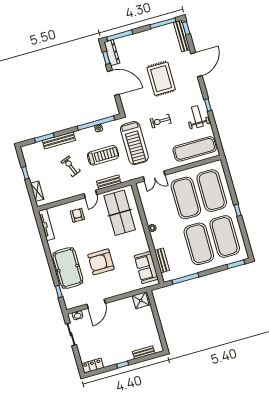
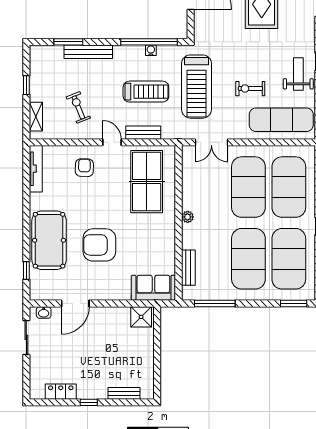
exercise bike: (161, 121) -> (250, 89), moved
exercise bike: (71, 166) -> (78, 107), moved
door: (90, 194) -> (112, 142), swing flipped
sofa: (146, 267) -> (153, 288), moved, turned 90
locker: (93, 366) -> (61, 392), moved

